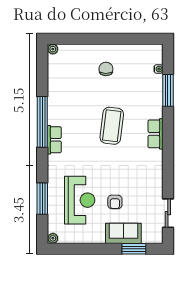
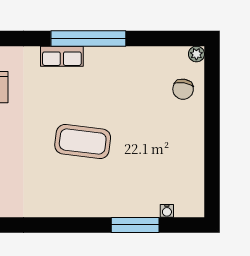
chair: (106, 69) -> (183, 89), moved, turned 99
row of seats: (155, 134) -> (71, 206), removed

